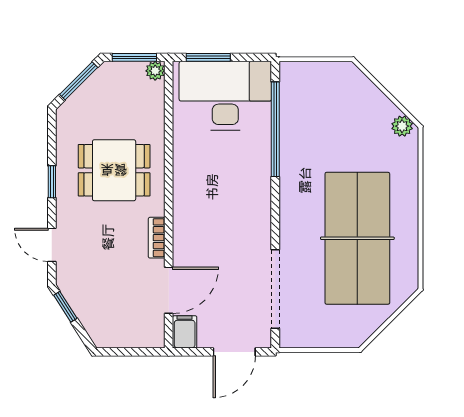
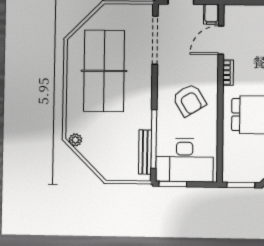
window: (208, 57) -> (173, 184), moved
plant: (155, 71) -> (228, 176), removed
bench: (289, 108) -> (145, 152), added
armchair: (219, 193) -> (189, 100), added

